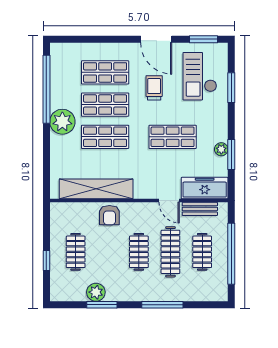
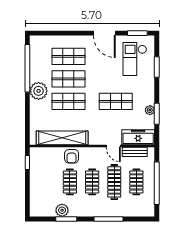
trolley: (154, 88) -> (103, 67), removed
clothes rail: (76, 252) -> (70, 182), moved
window: (46, 261) -> (27, 163), moved

